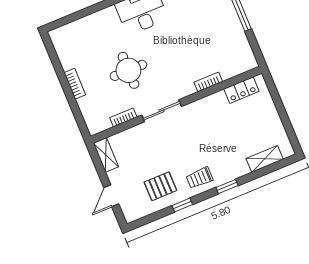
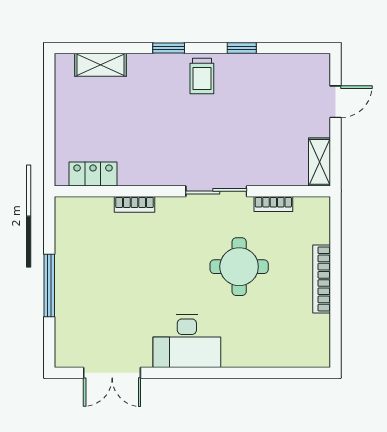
bookcase: (75, 84) -> (322, 279), width x1.56
trolley: (200, 178) -> (202, 76), turned 90
pallet: (160, 186) -> (261, 87), removed

